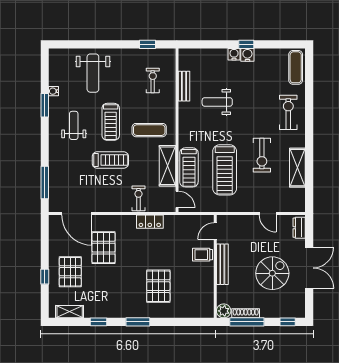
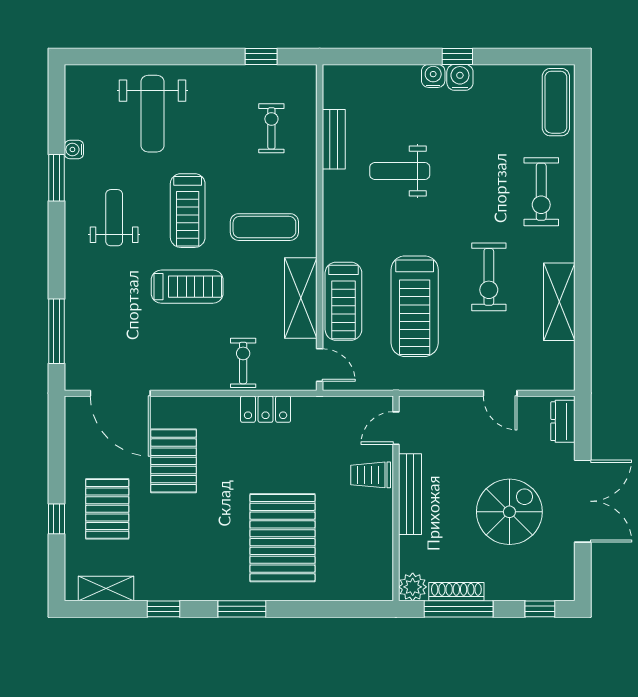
exercise bike: (288, 112) -> (541, 192), turned 180
pallet: (158, 286) -> (282, 538), width x1.37, depth x1.41

